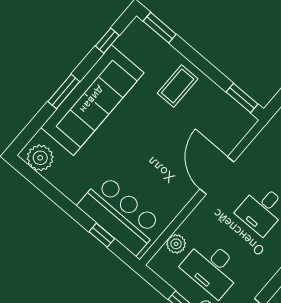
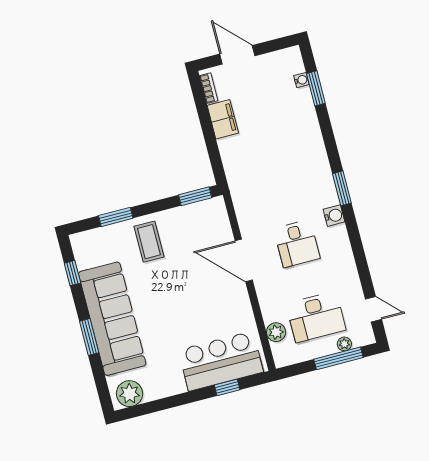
window: (160, 28) -> (116, 217), moved

